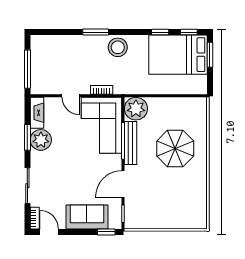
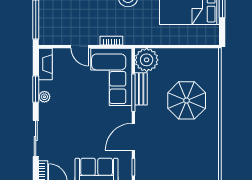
plant: (41, 140) -> (44, 97), width x0.53, depth x0.53
bench: (131, 143) -> (141, 89), width x0.73

